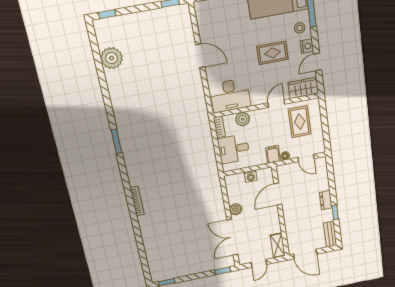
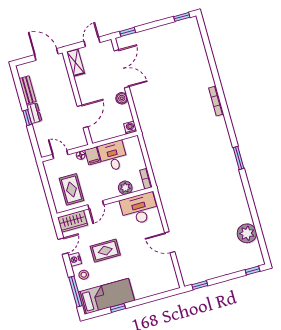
desk: (234, 149) -> (113, 156), moved, turned -90
washing machine: (251, 176) -> (130, 127), moved
window: (335, 212) -> (27, 118), moved
bench: (330, 234) -> (28, 90), moved

